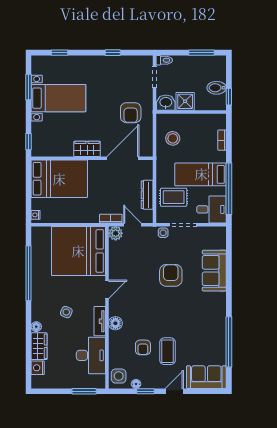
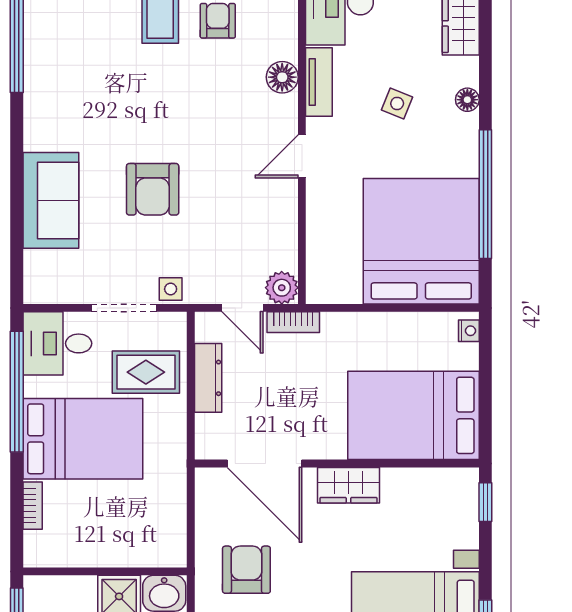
stool: (173, 138) -> (148, 510), removed
door: (123, 158) -> (265, 463), hinge flipped
bed: (201, 174) -> (83, 439), width x1.50
bed: (78, 251) -> (421, 241), moved, turned -90
floor lamp: (36, 327) -> (467, 100), moved

